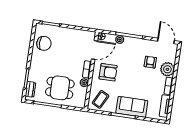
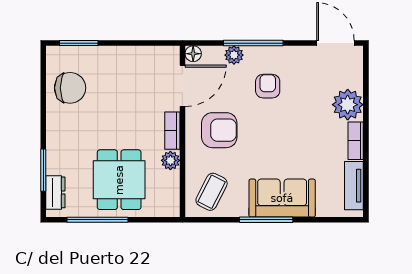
armchair: (150, 62) -> (268, 86), moved
dining table: (60, 88) -> (119, 180), turned 90

